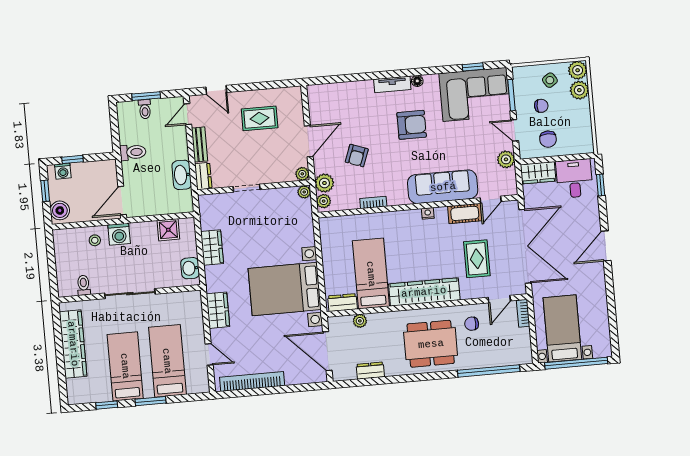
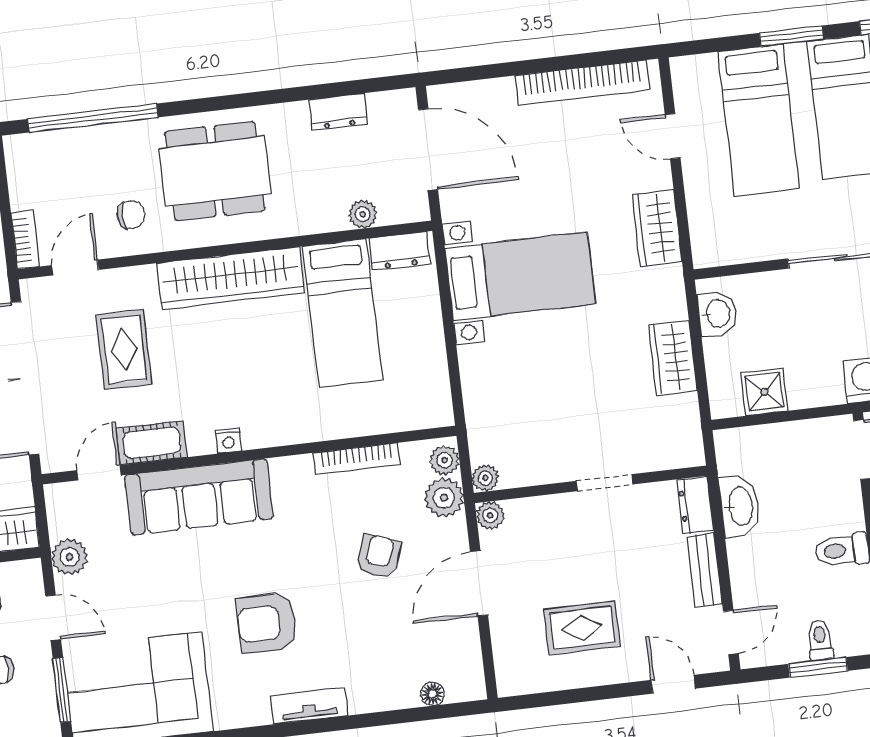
floor lamp: (417, 81) -> (432, 694), moved
bookcase: (373, 202) -> (357, 459), width x1.56
bed with nightstands: (285, 289) -> (520, 276), width x0.73

